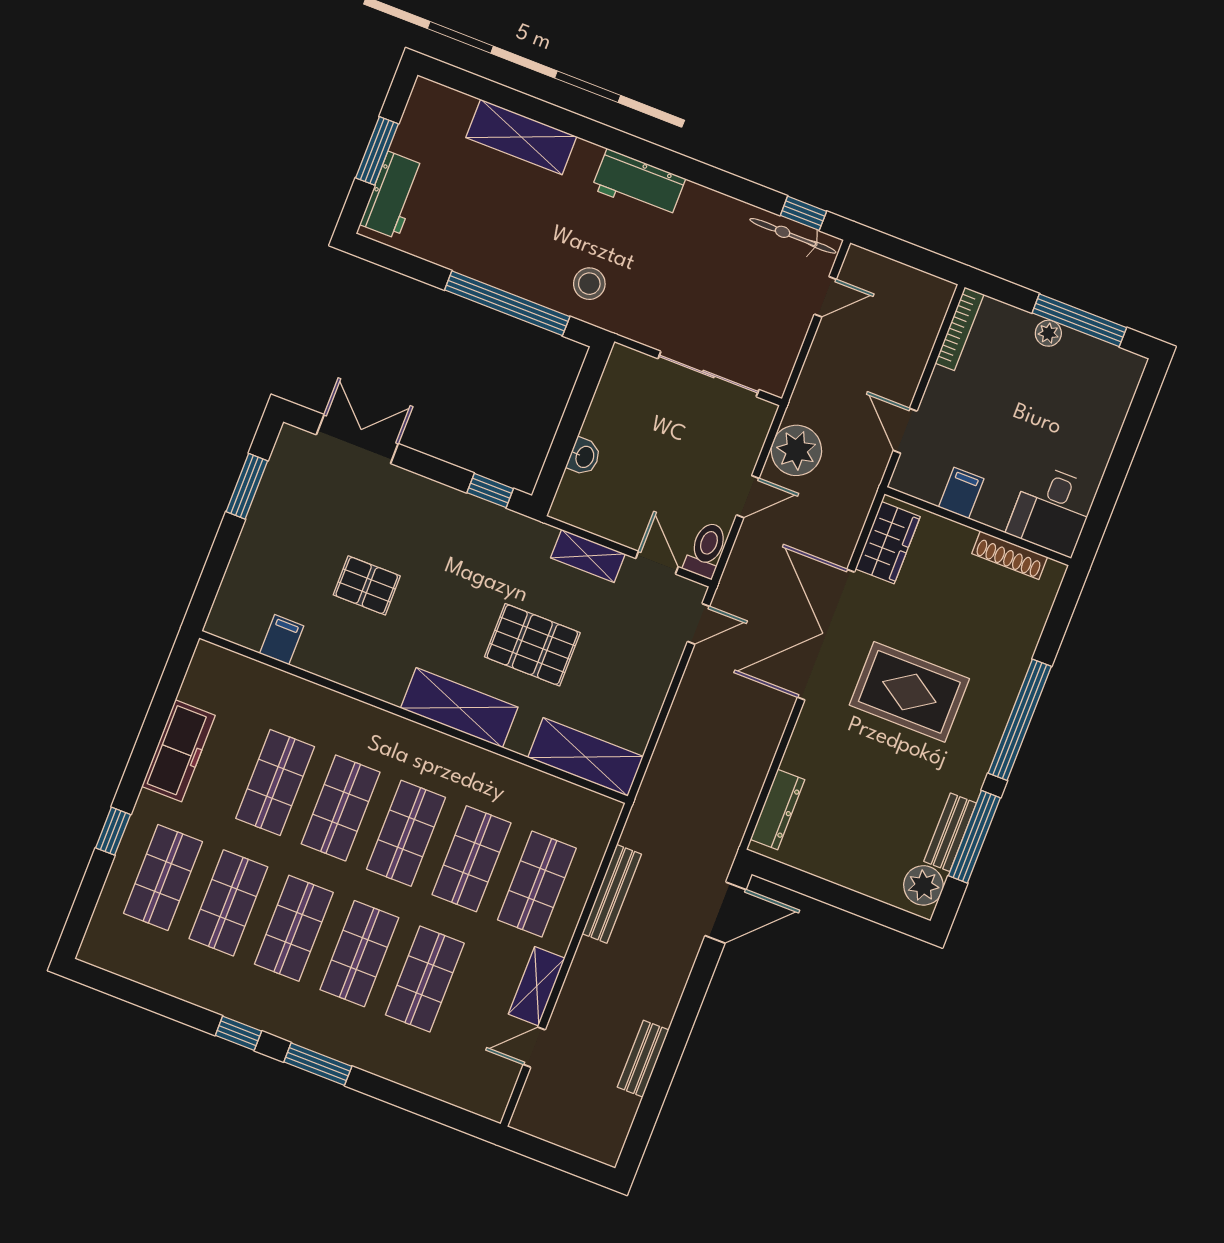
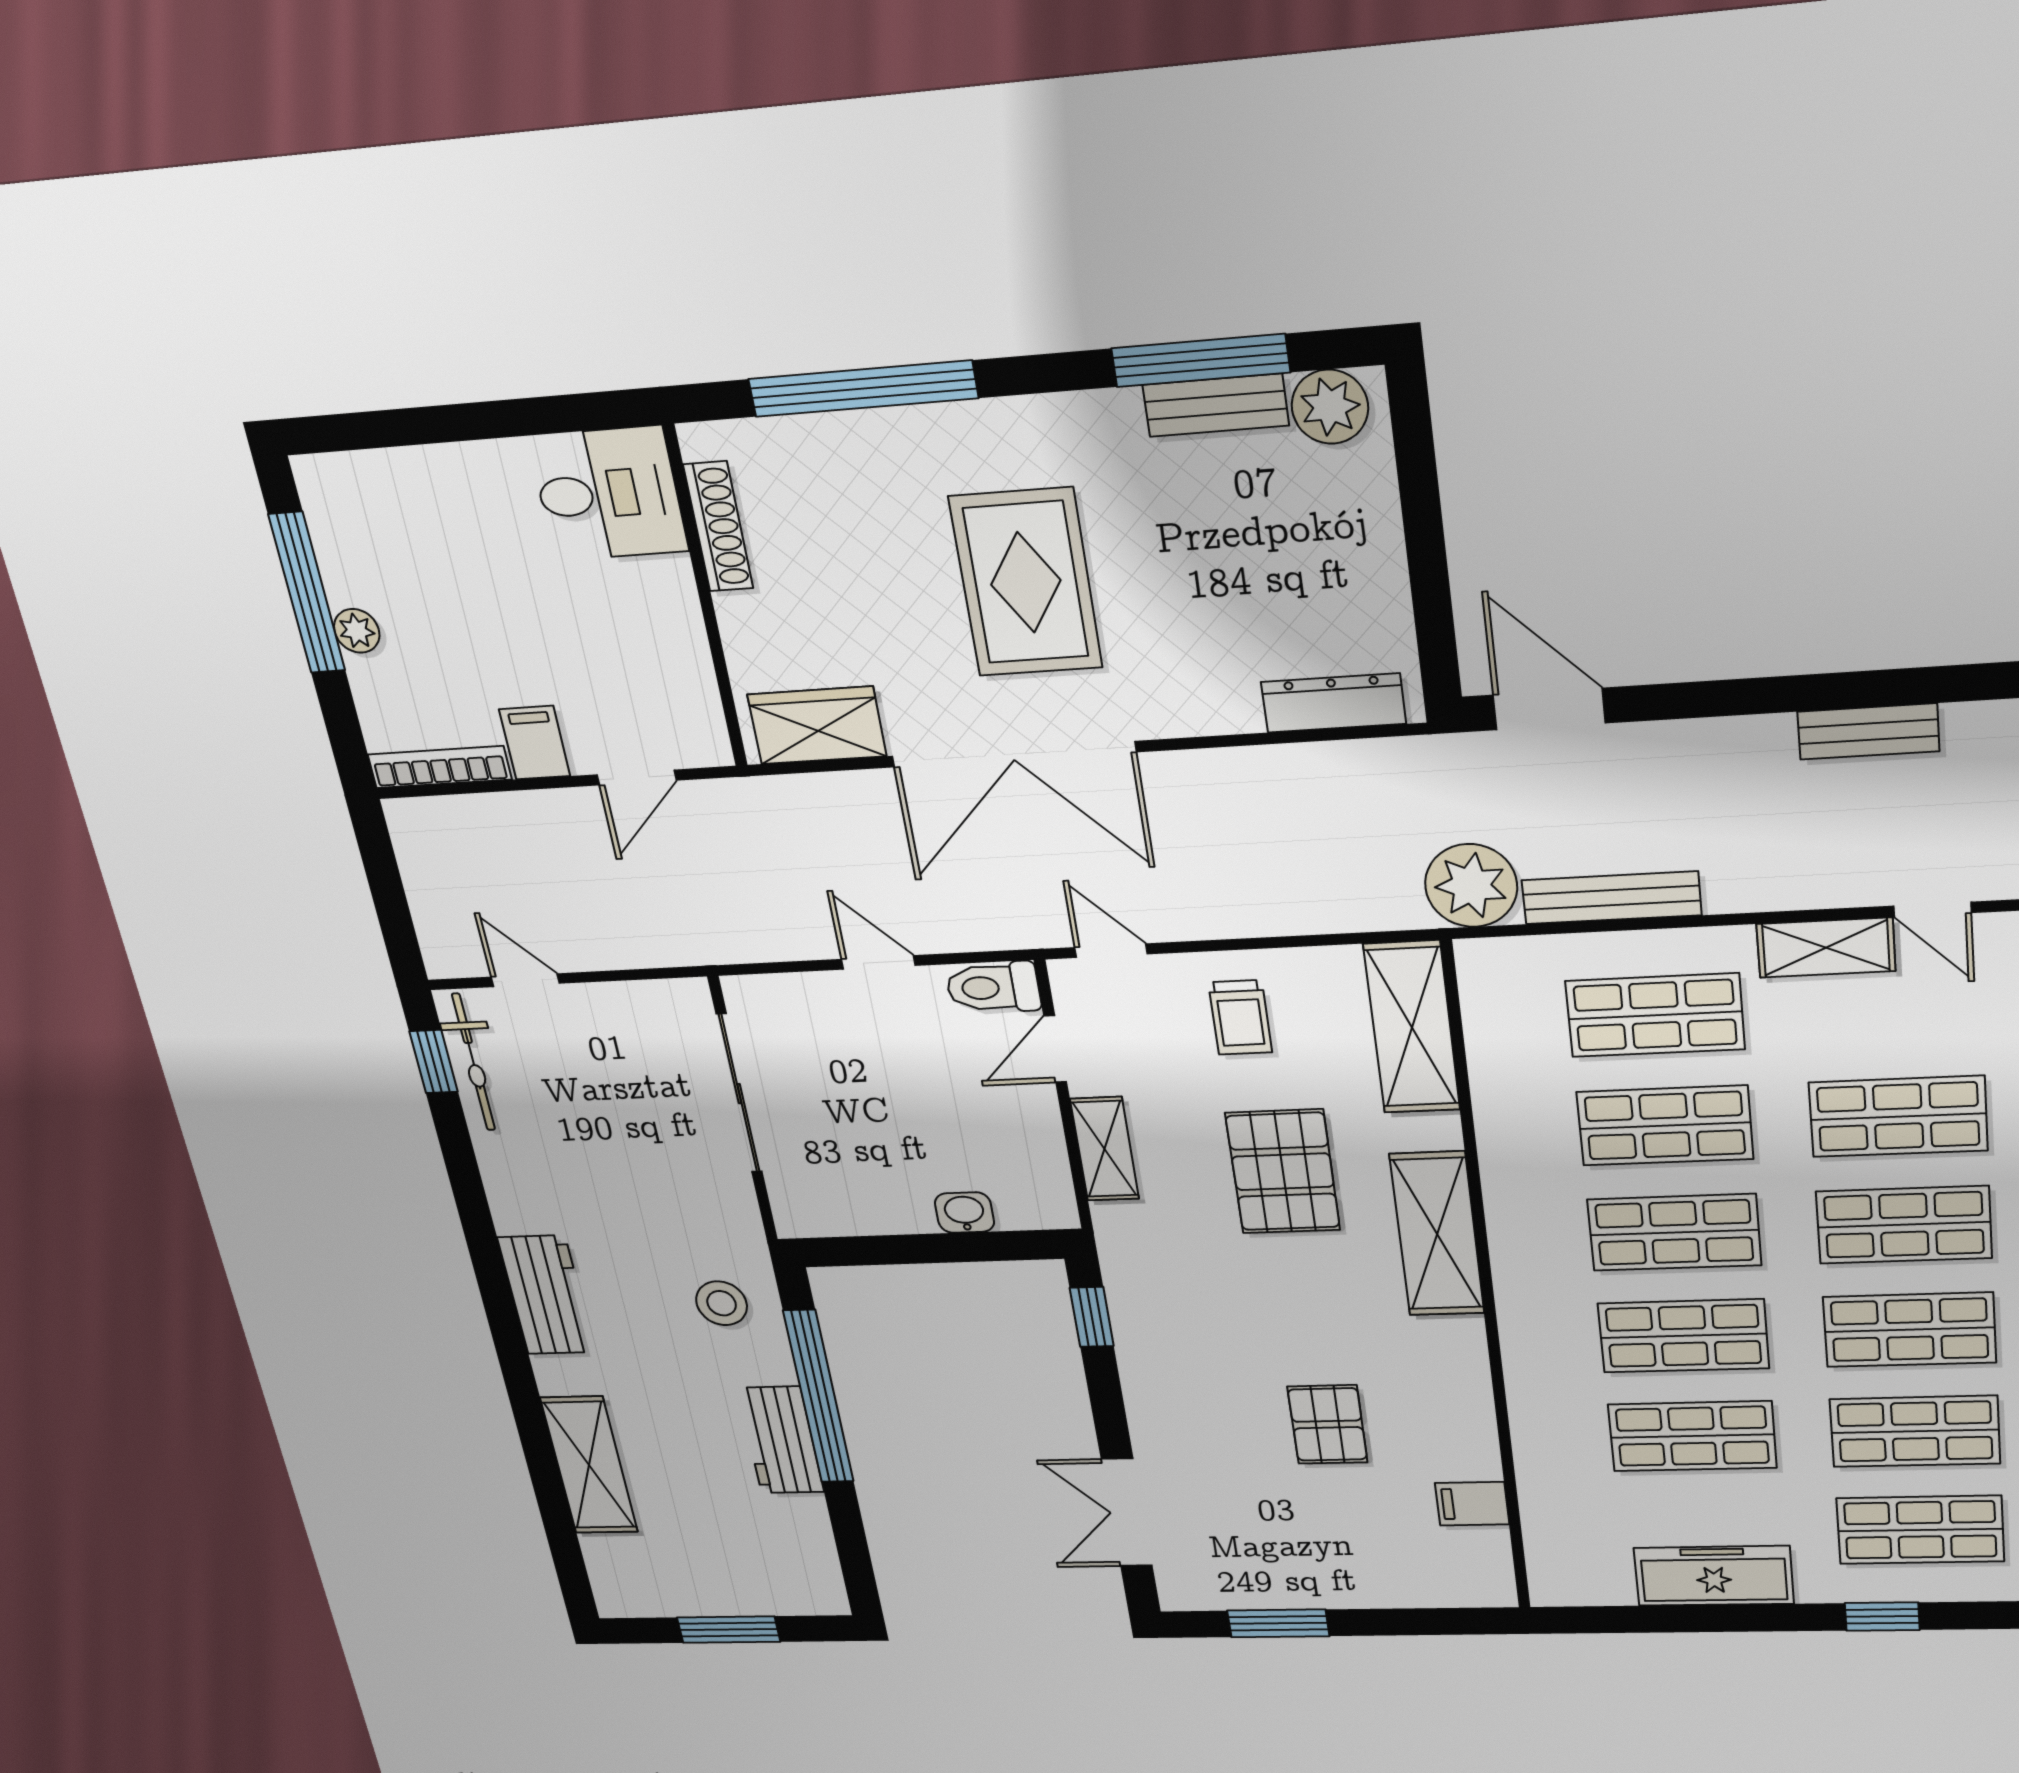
workbench: (393, 195) -> (781, 1440), moved, turned -90
plant: (796, 450) -> (1471, 886), moved
filing cabinet: (961, 493) -> (535, 743), moved, turned 90
trolley: (631, 671) -> (1240, 1017), added
window: (1020, 720) -> (863, 389), moved

